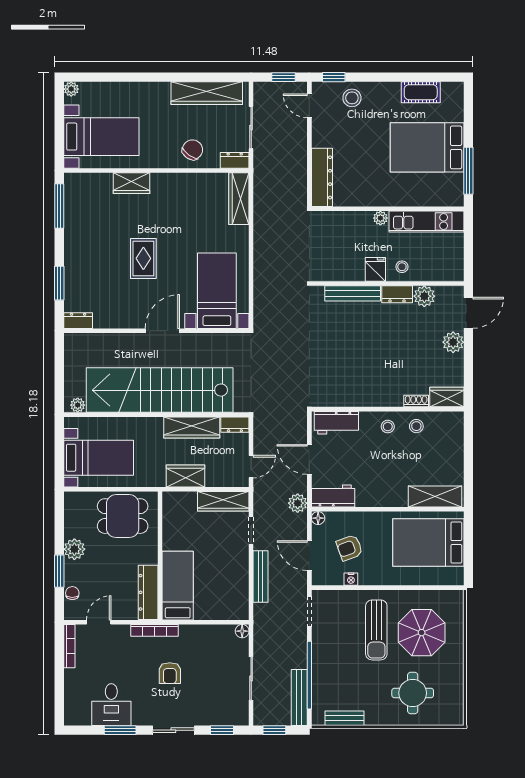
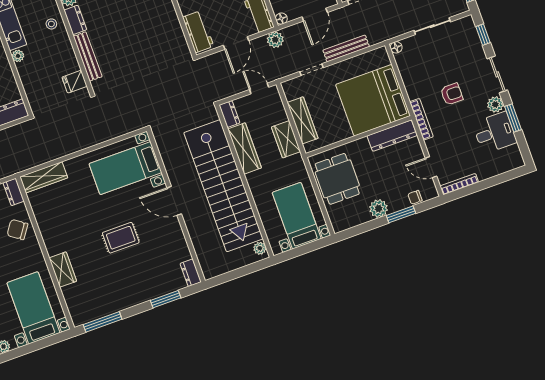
fridge: (375, 269) -> (75, 82), moved
wardrobe: (223, 501) -> (303, 120), moved
bed: (178, 586) -> (373, 100), width x2.04
plant: (142, 716) -> (495, 104), added

